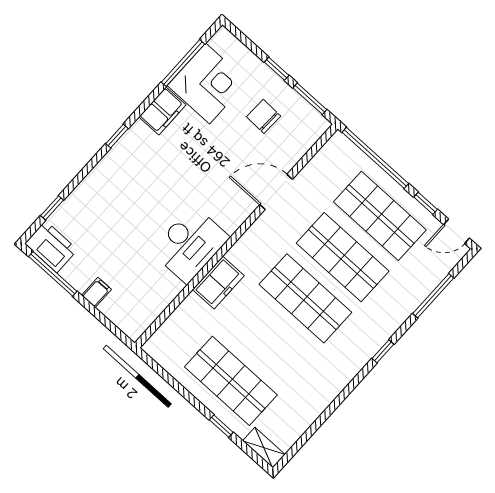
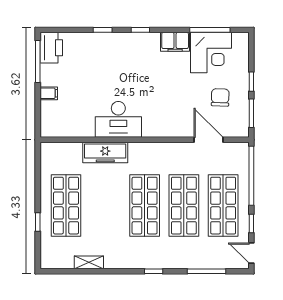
door: (276, 192) -> (209, 140), moved
window: (52, 208) -> (103, 30), moved
freezer: (218, 283) -> (105, 152), width x1.40
shelving: (264, 448) -> (89, 262), moved, turned 90

